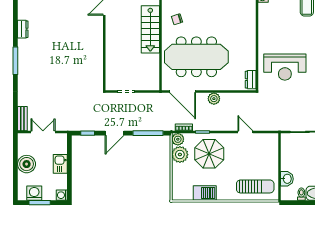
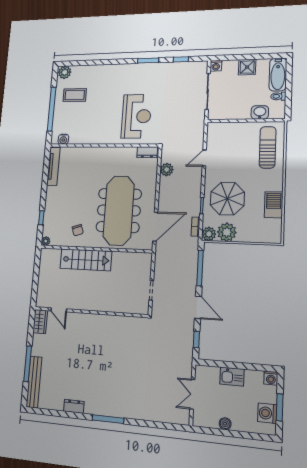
plant: (214, 99) -> (167, 170), moved
bench: (22, 119) -> (175, 418), removed
boiler: (27, 164) -> (225, 424), width x0.54, depth x0.54

